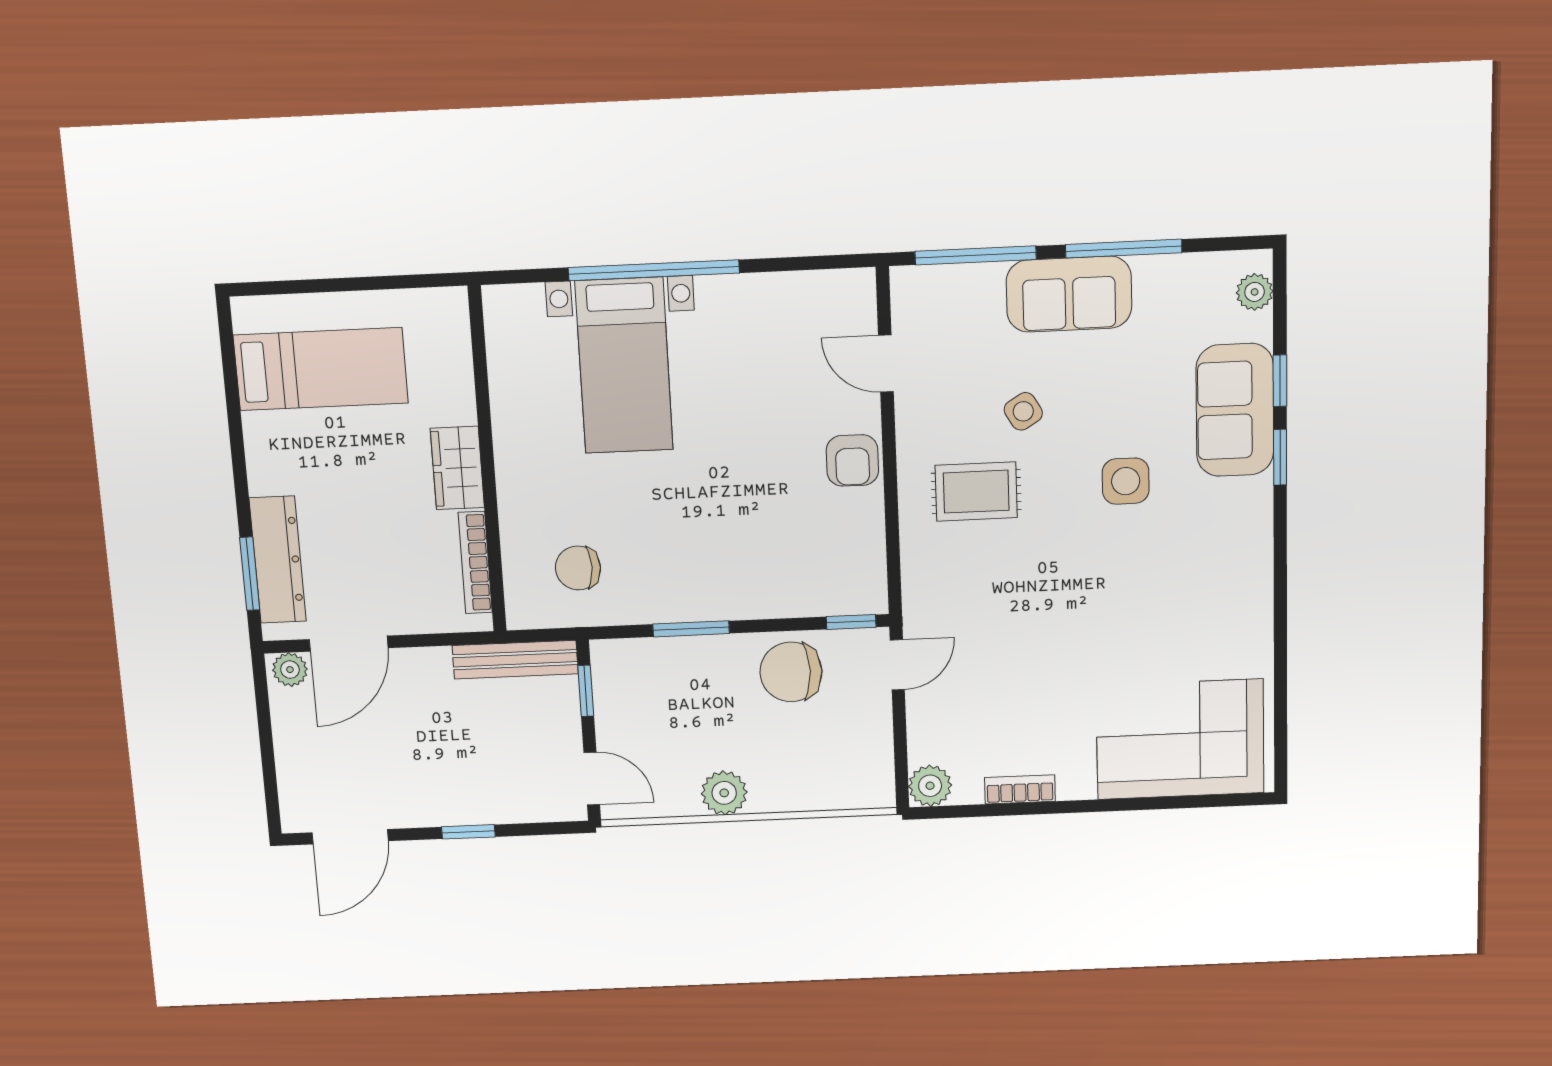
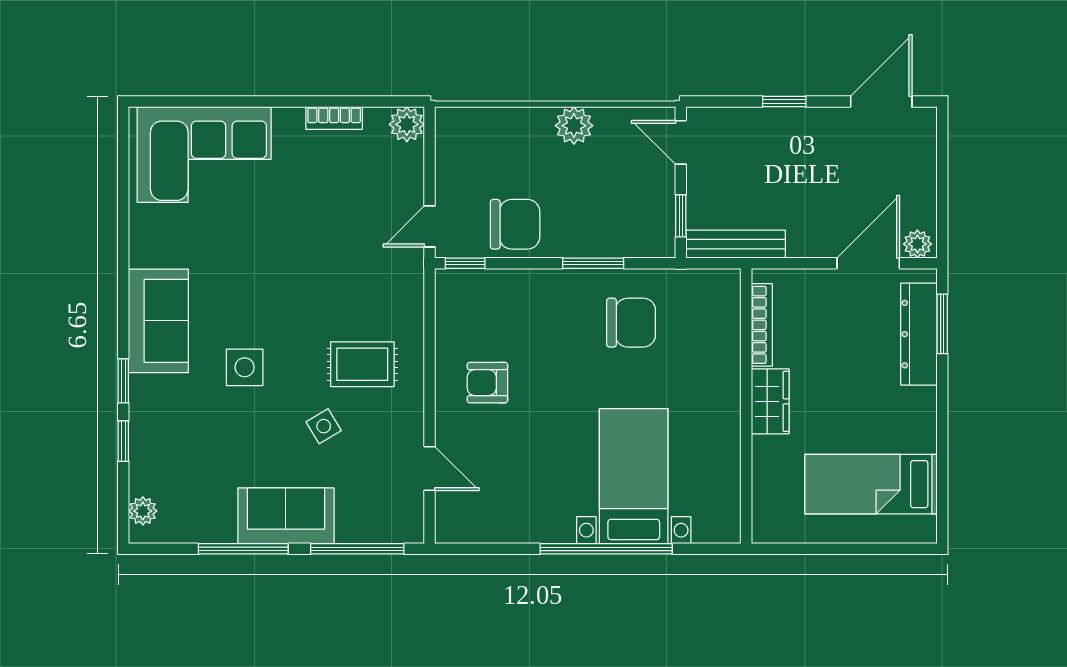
sofa: (1235, 410) -> (158, 321), moved
armchair: (852, 460) -> (487, 383), moved, turned -90
chair: (578, 568) -> (631, 323), moved, width x1.37, depth x1.37

